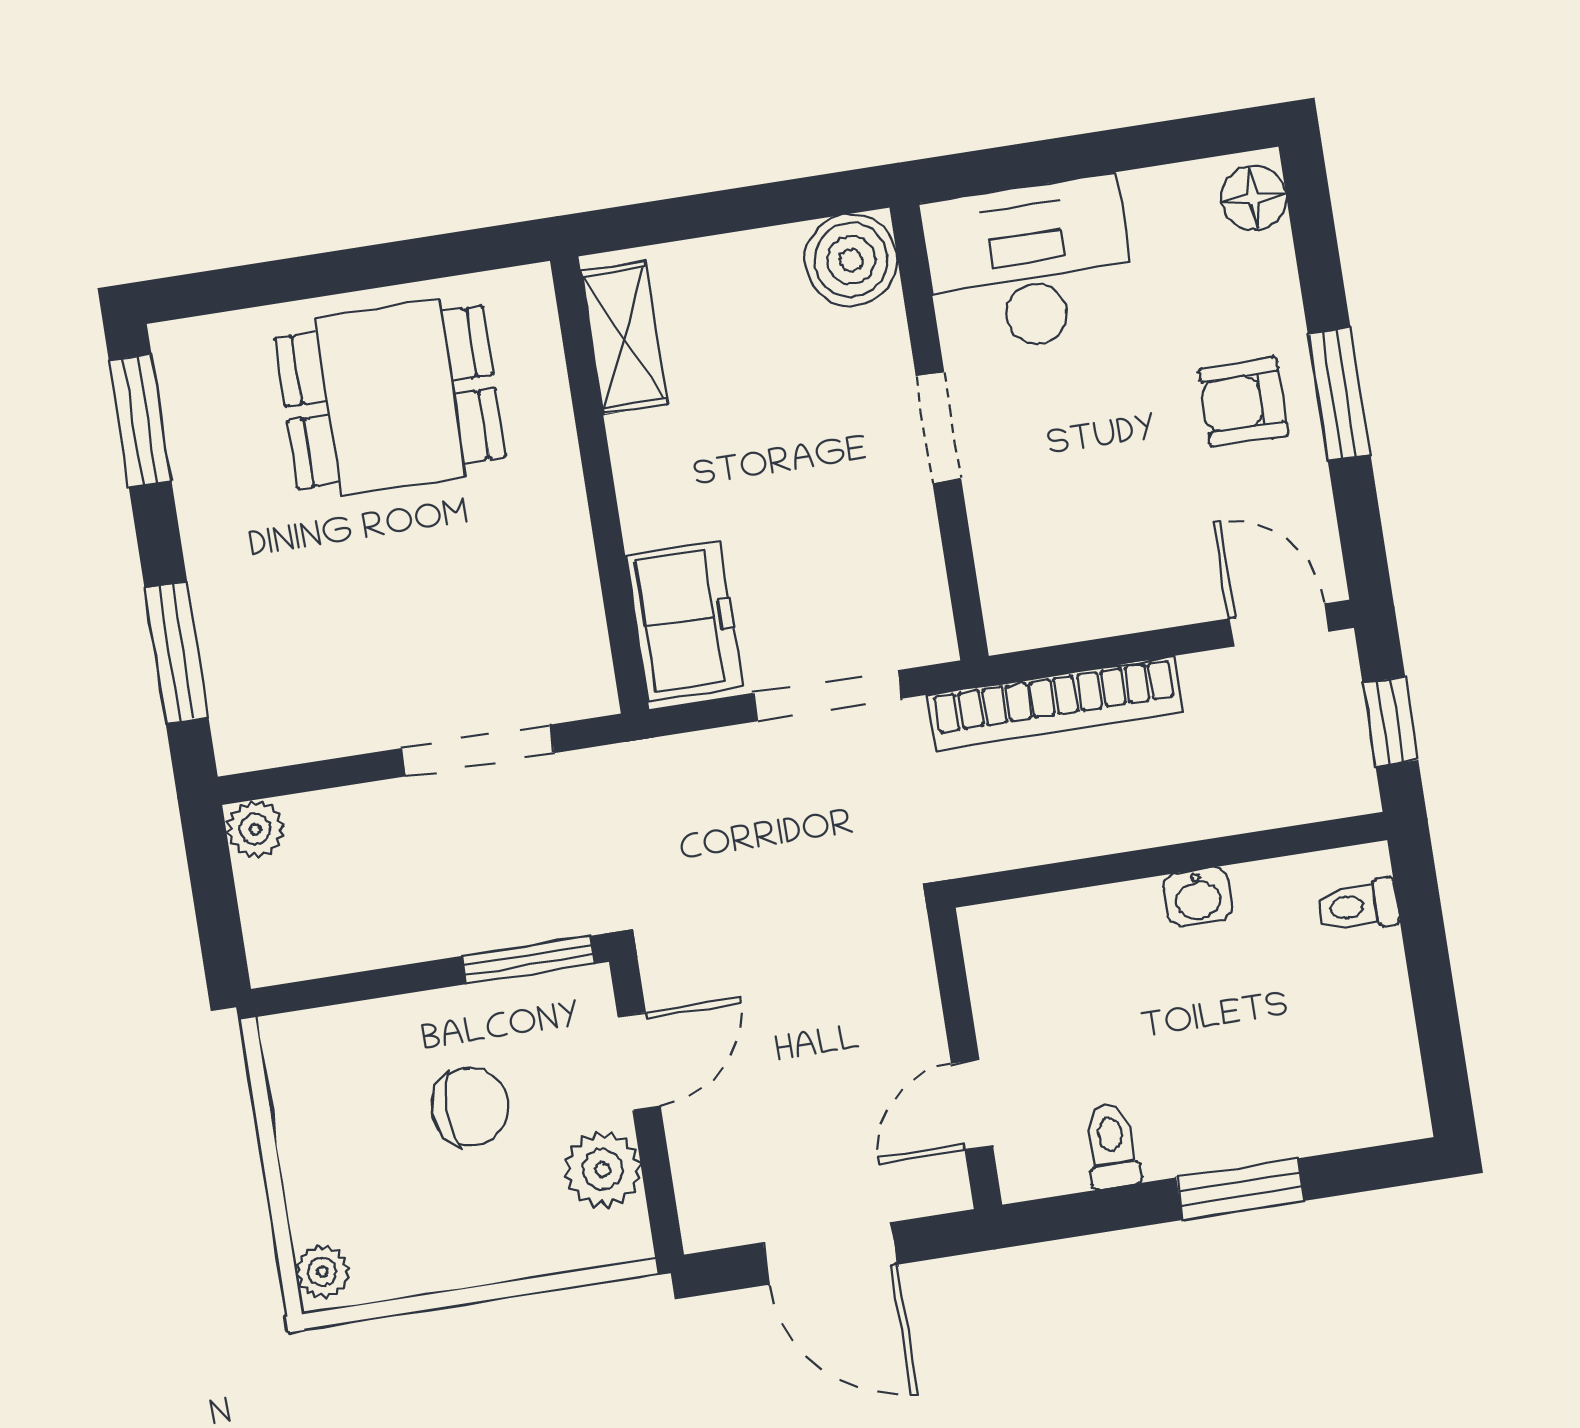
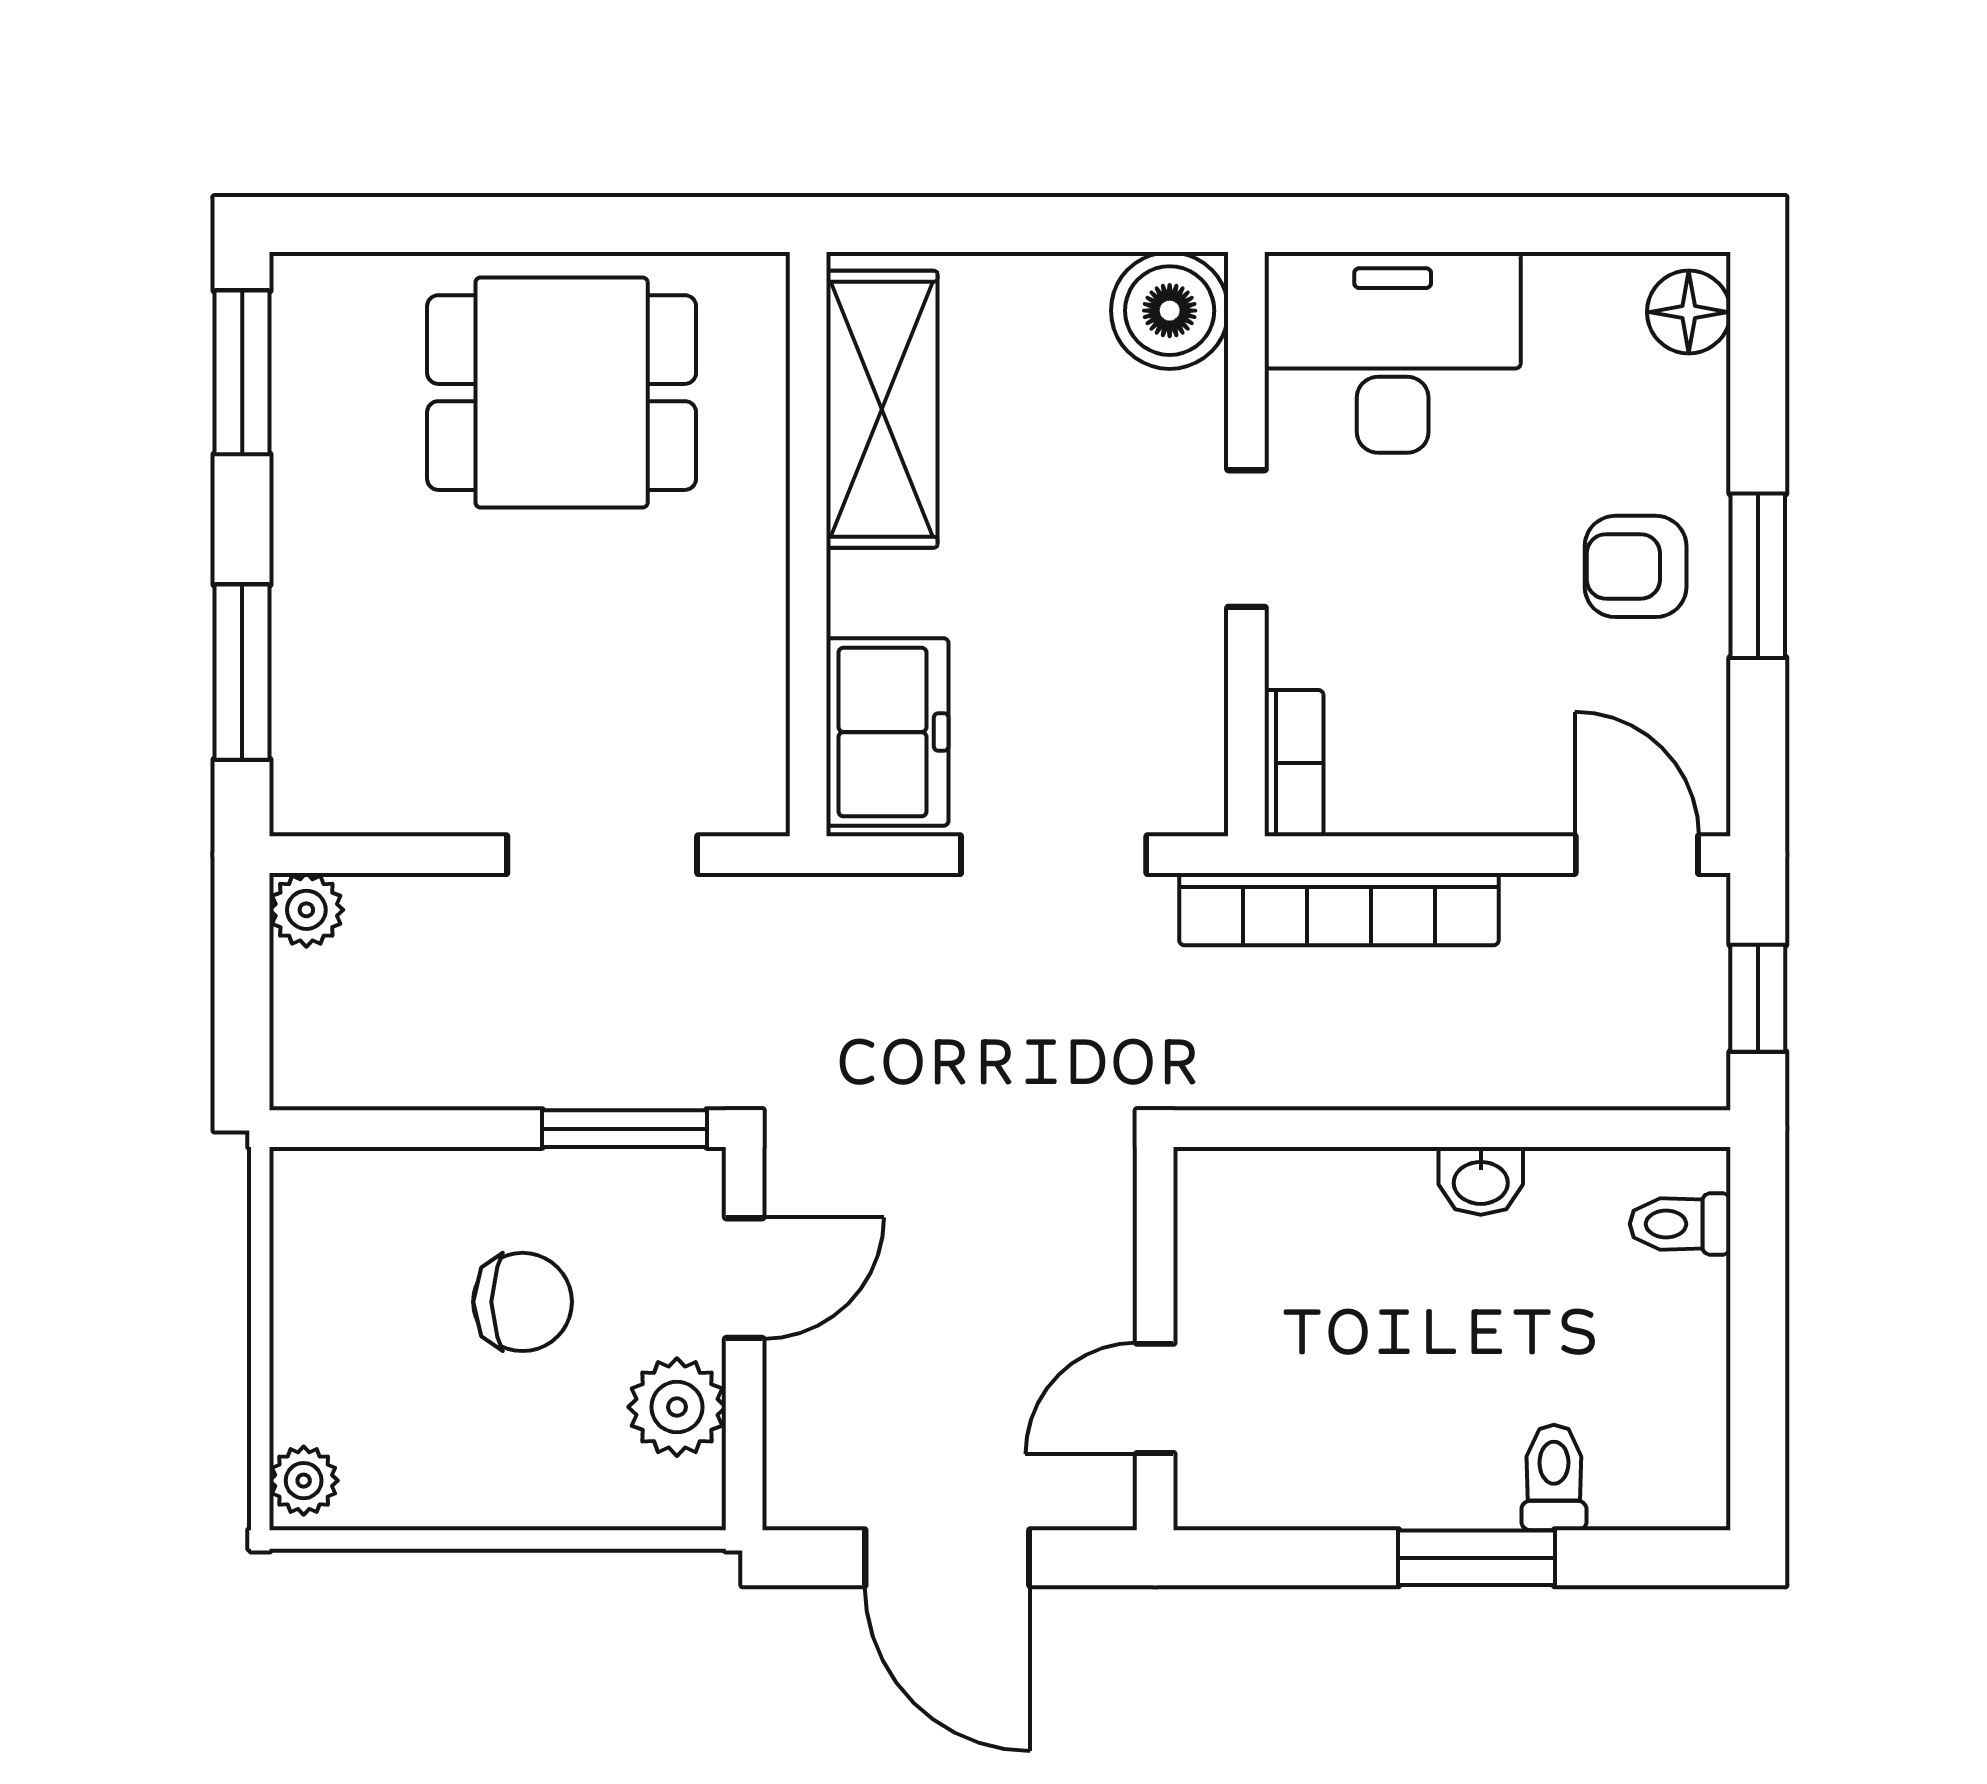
shelving: (624, 337) -> (882, 409), width x1.50, depth x1.33
bookcase: (1003, 596) -> (1294, 763), added
toilet: (1112, 1146) -> (1554, 1477), moved

